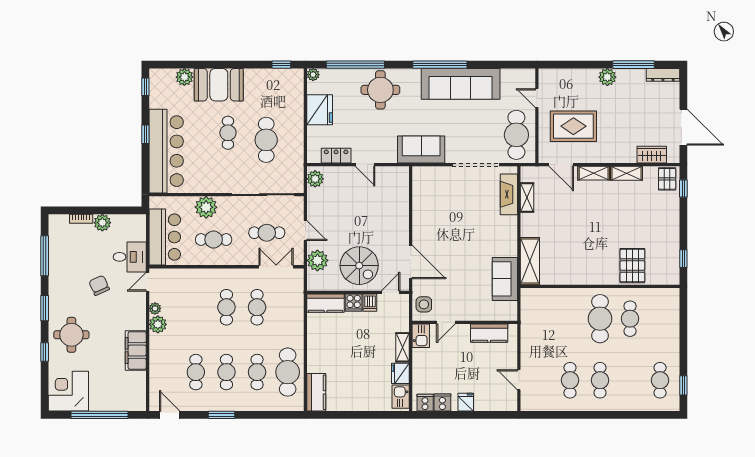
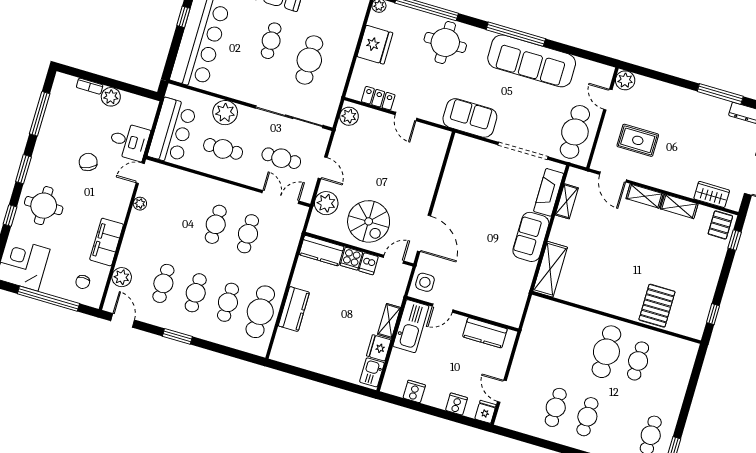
plant: (607, 77) -> (625, 80), moved
rug: (573, 126) -> (638, 140), width x0.73, depth x0.70
sofa: (505, 279) -> (531, 237), moved
plant: (158, 324) -> (122, 277), moved
kitchen sink: (421, 336) -> (411, 326), width x1.87, depth x1.24
chair: (125, 391) -> (83, 282), added
kitchen counter: (316, 392) -> (294, 309), moved
fridge: (466, 402) -> (485, 412), moved
cooker: (425, 403) -> (456, 404), moved

